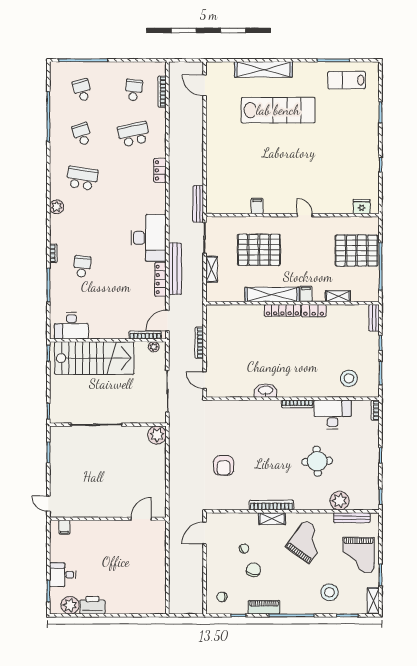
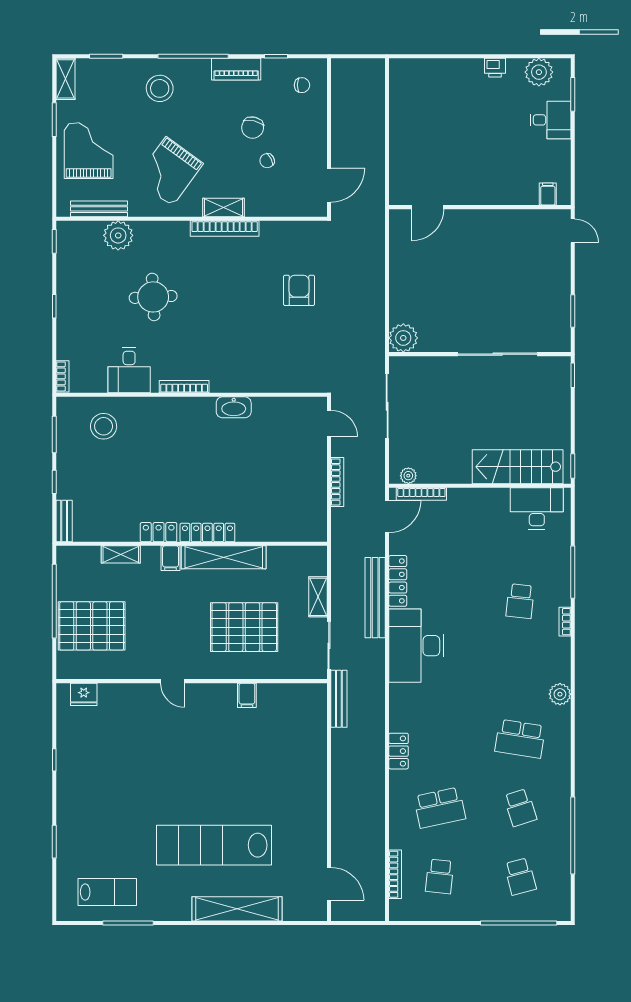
stairs: (94, 358) -> (518, 467), width x0.73, depth x0.66
desk: (333, 414) -> (129, 370), width x0.73
stool: (330, 592) -> (160, 88), moved
printer: (92, 605) -> (495, 68), width x0.53, depth x0.68

